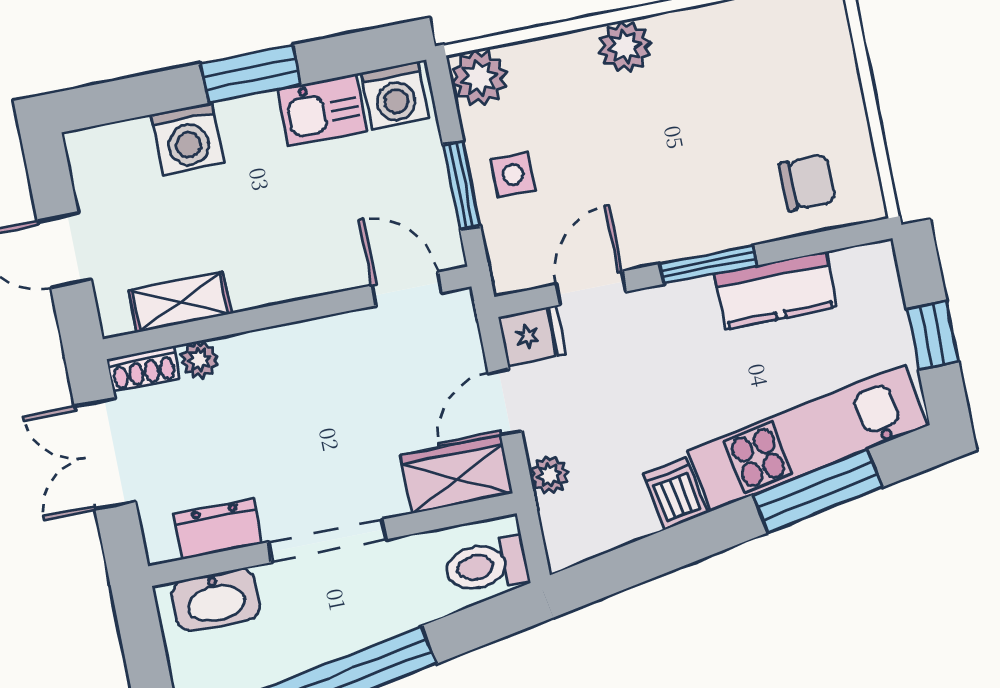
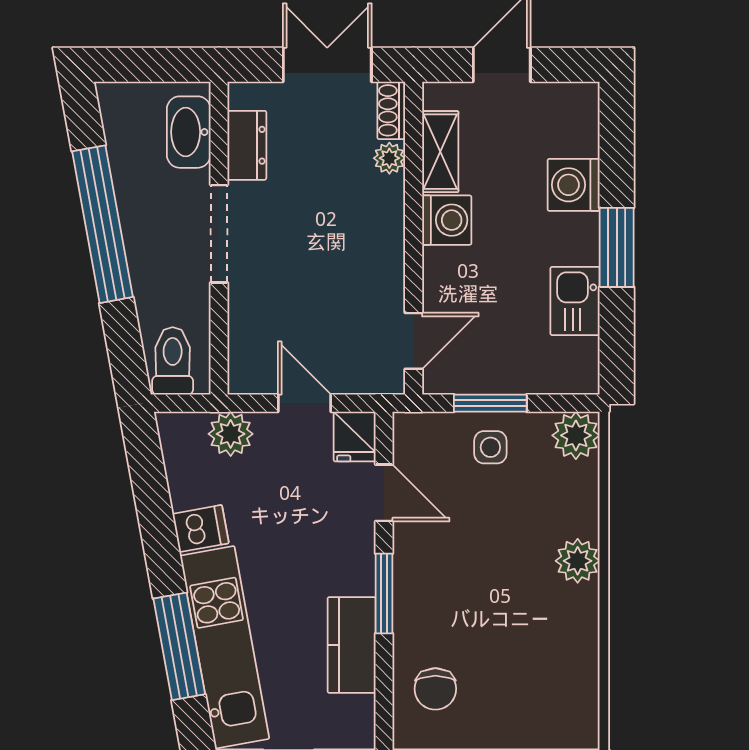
washing machine: (395, 96) -> (447, 220), moved, turned 180
wardrobe: (457, 474) -> (253, 351), removed
plant: (549, 475) -> (231, 434), width x1.38, depth x1.38

